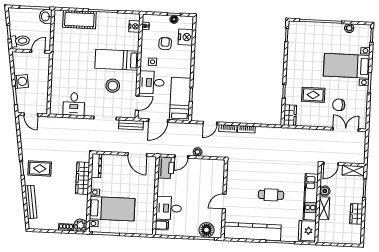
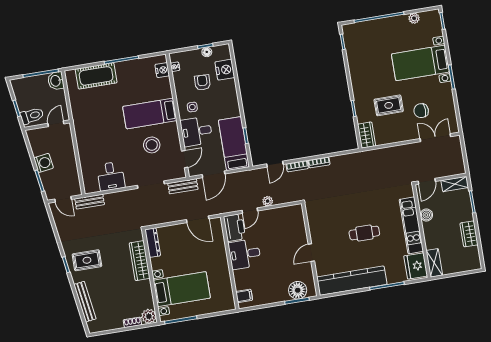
bench: (52, 121) -> (90, 202), added
desk: (169, 208) -> (245, 254), moved
shelving: (324, 208) -> (434, 263), moved

